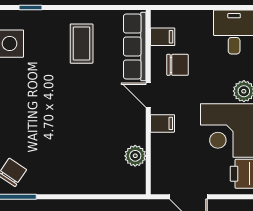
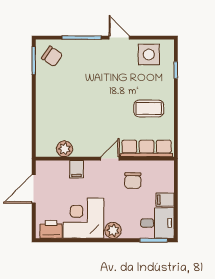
filing cabinet: (163, 37) -> (165, 200), moved, turned 90
filing cabinet: (163, 123) -> (77, 169), moved

